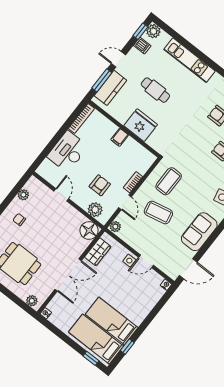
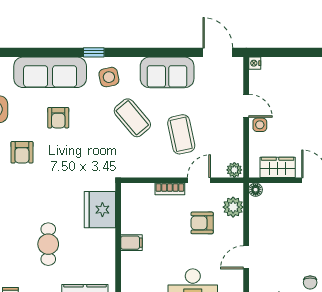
fridge: (141, 125) -> (100, 210), moved
coffee table: (169, 181) -> (132, 118), moved, turned 50
floor lamp: (89, 230) -> (256, 190), width x0.53, depth x0.53

